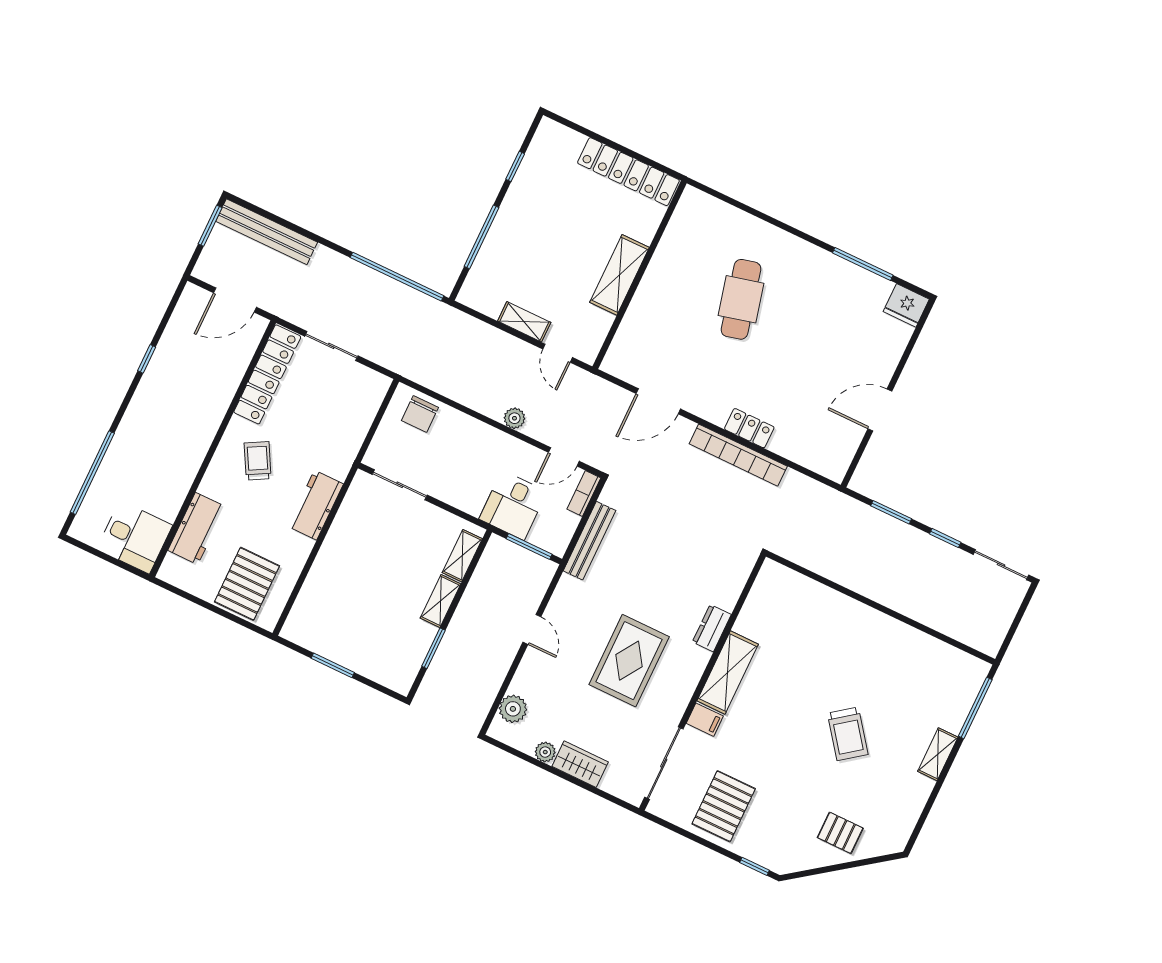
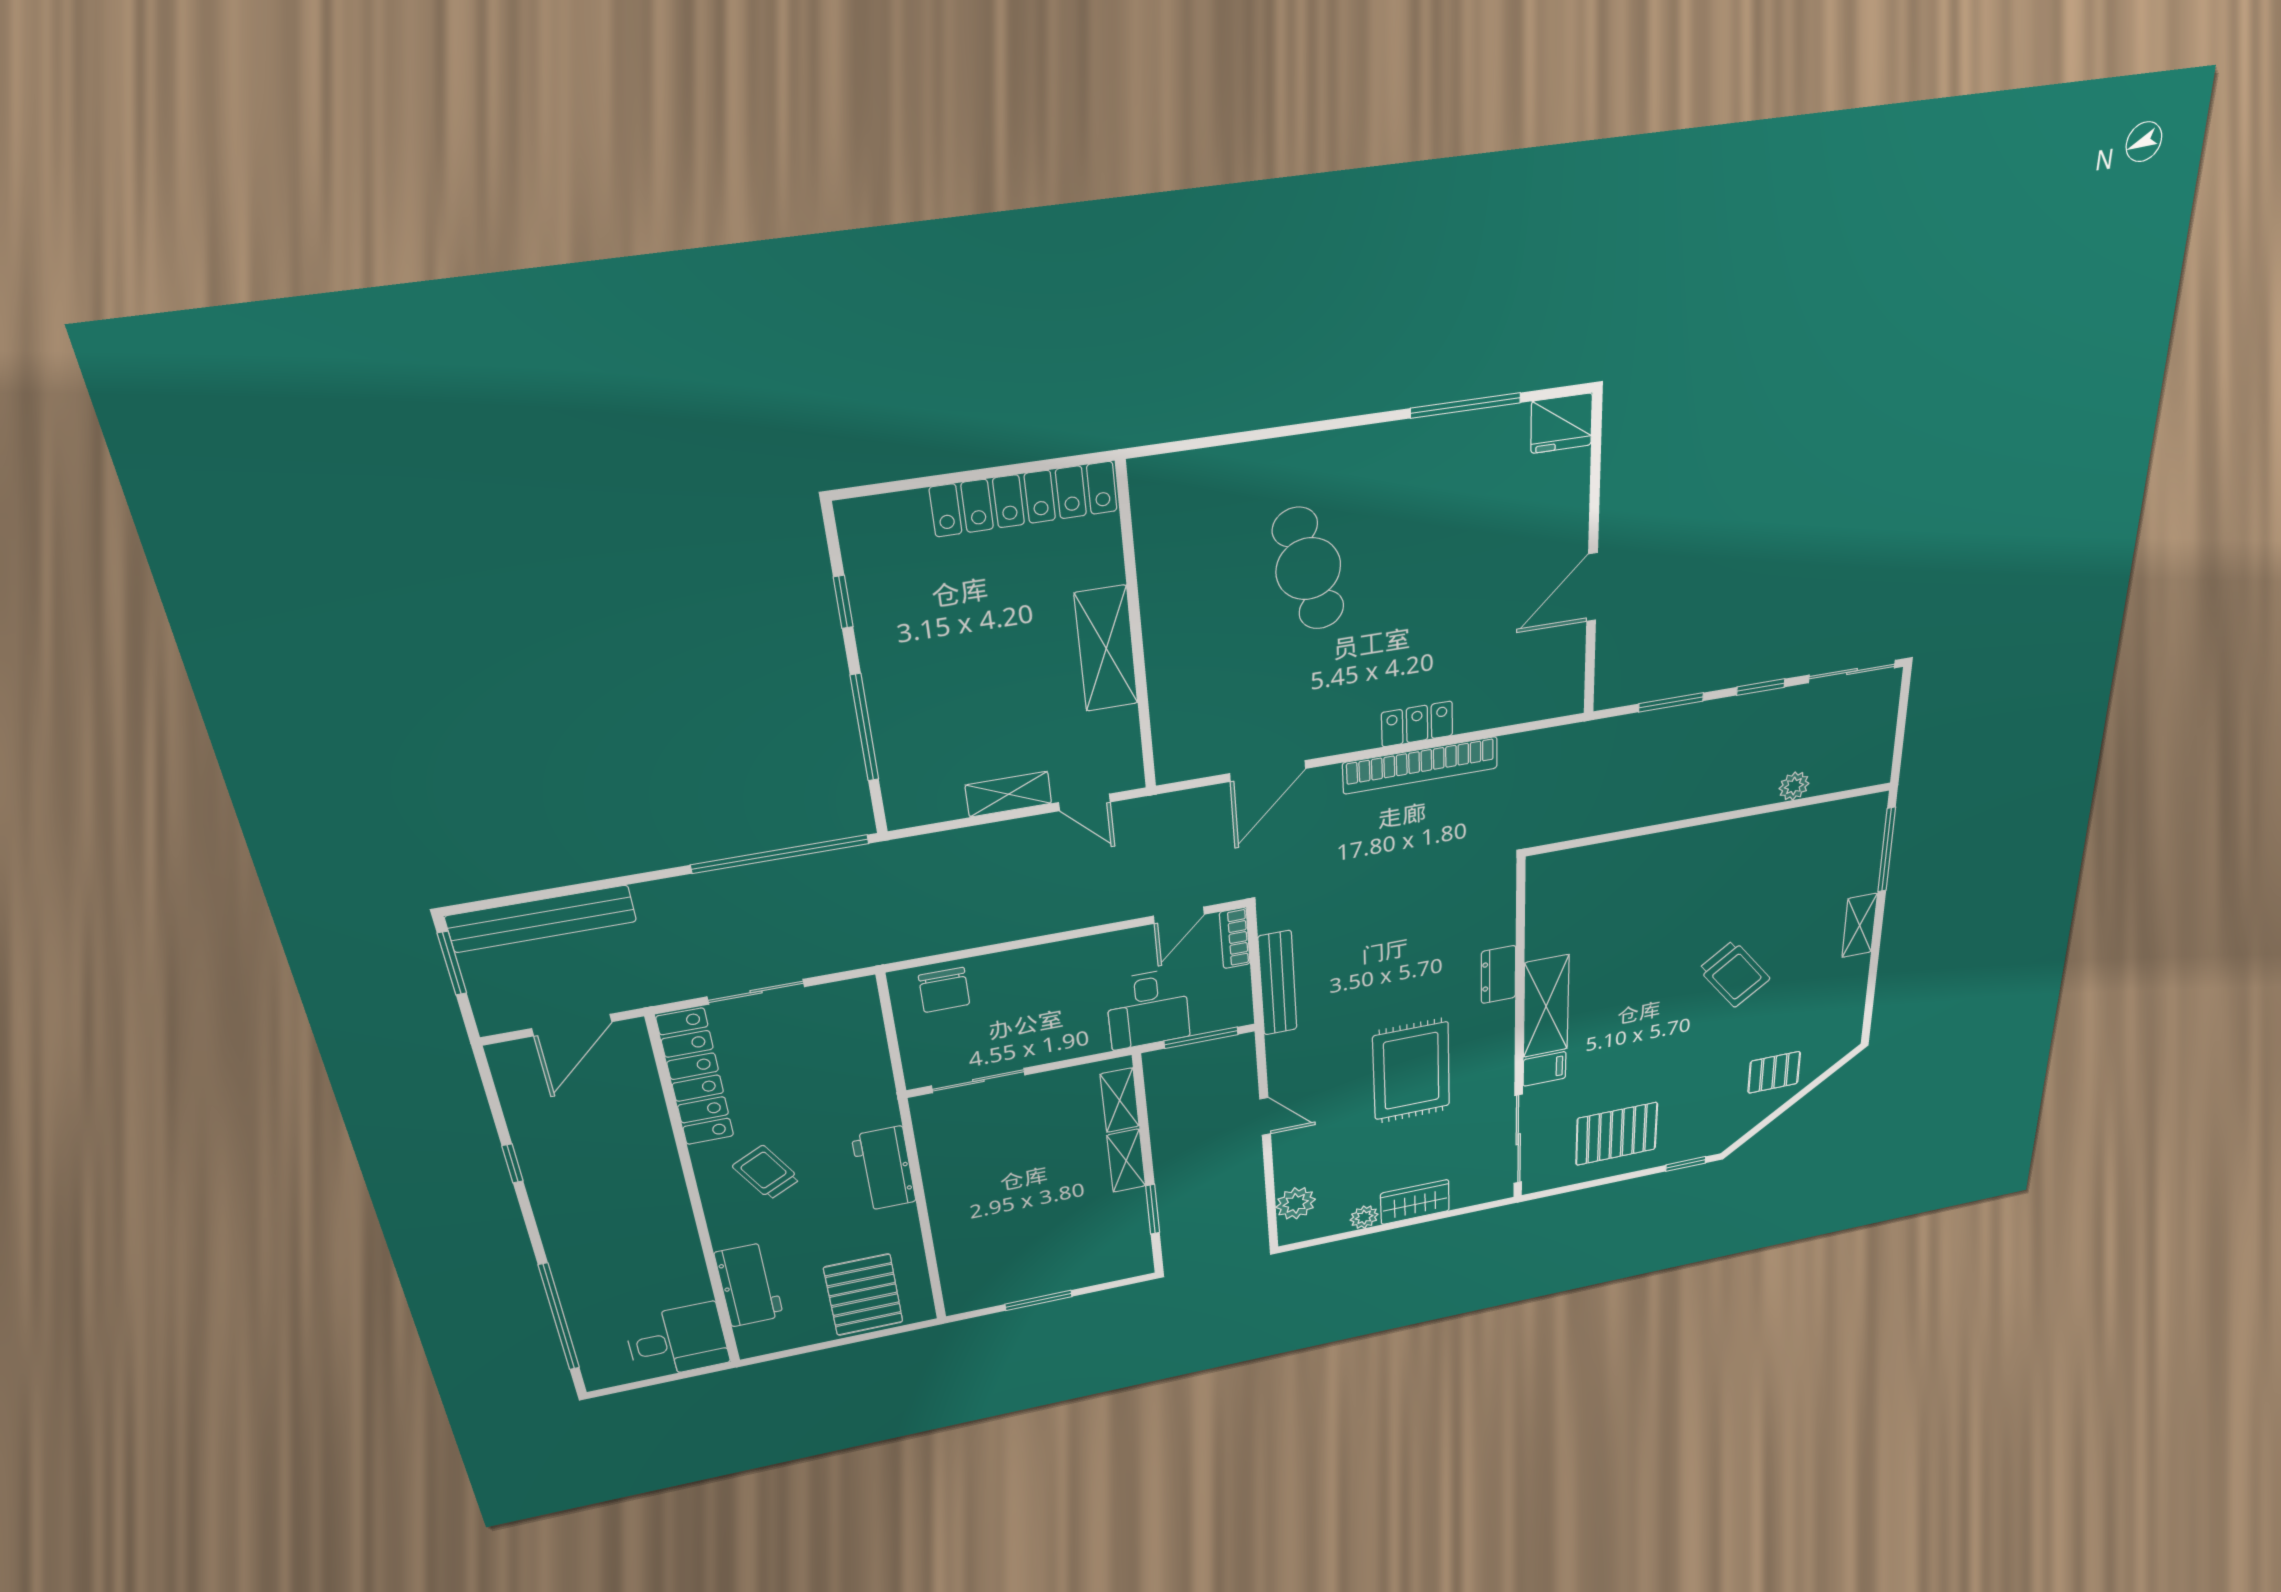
plant: (514, 418) -> (1794, 786), moved
pallet: (724, 806) -> (1617, 1134), turned 90

